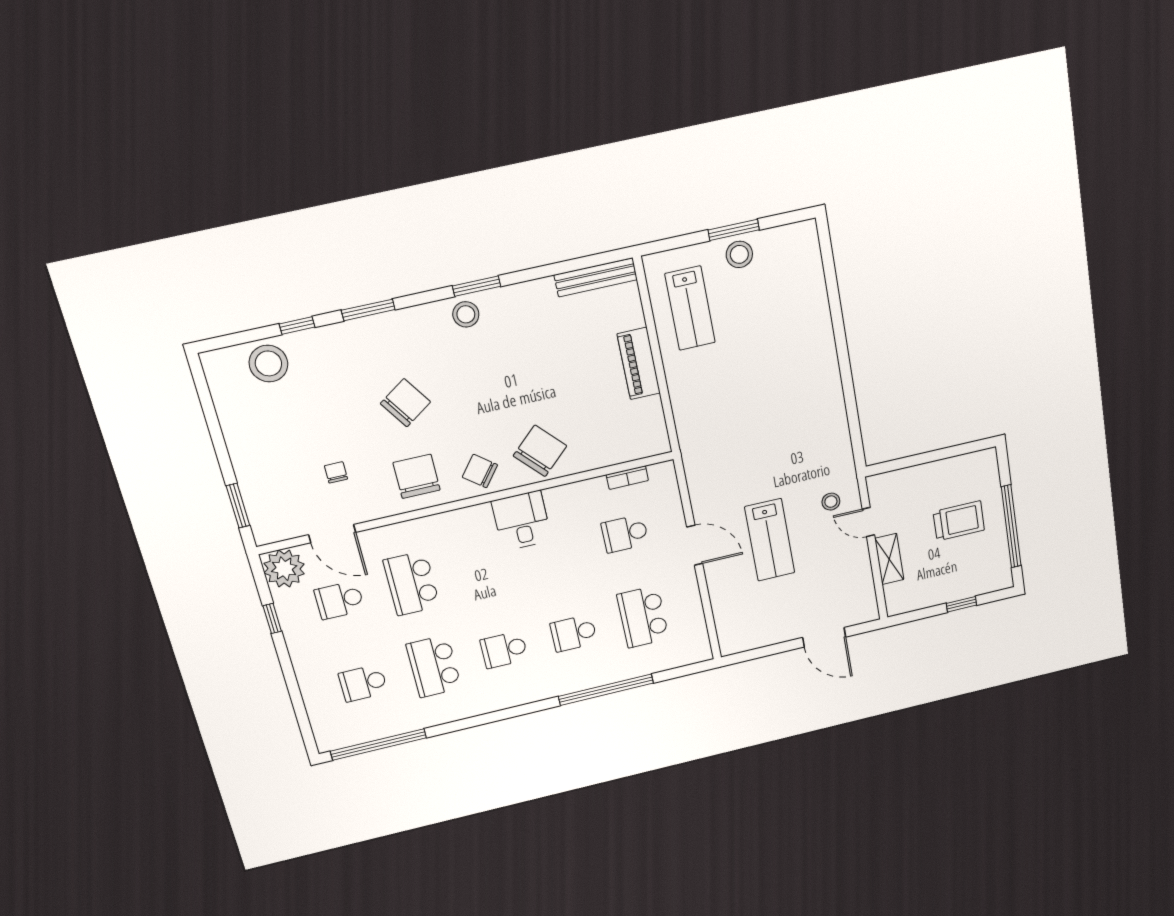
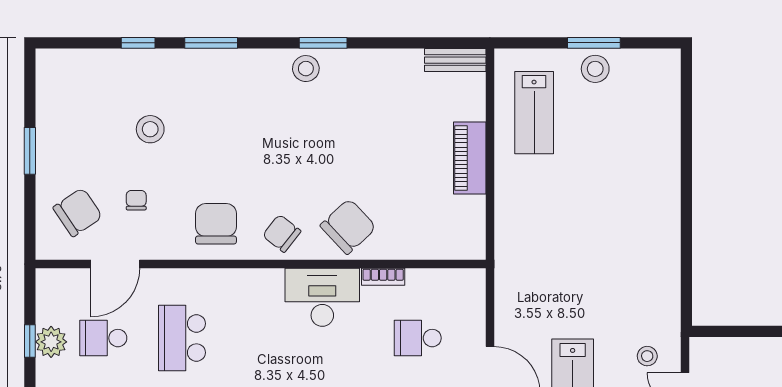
bench: (596, 277) -> (455, 60), width x0.73
stool: (268, 364) -> (150, 129), moved, width x0.73, depth x0.73
chair: (405, 403) -> (78, 212), moved
bookcase: (627, 478) -> (383, 277), moved
window: (238, 506) -> (30, 151), moved
desk: (522, 521) -> (322, 297), width x1.37
door: (332, 534) -> (115, 264), hinge flipped
plant: (284, 569) -> (51, 342), moved, width x0.73, depth x0.73

